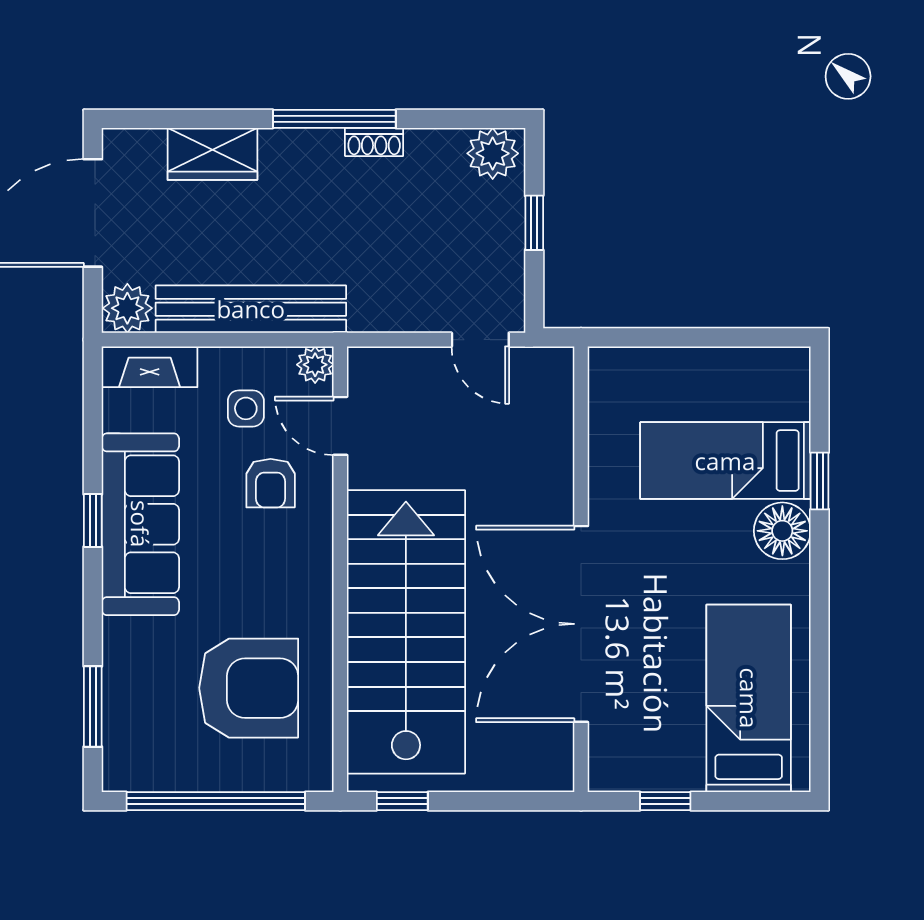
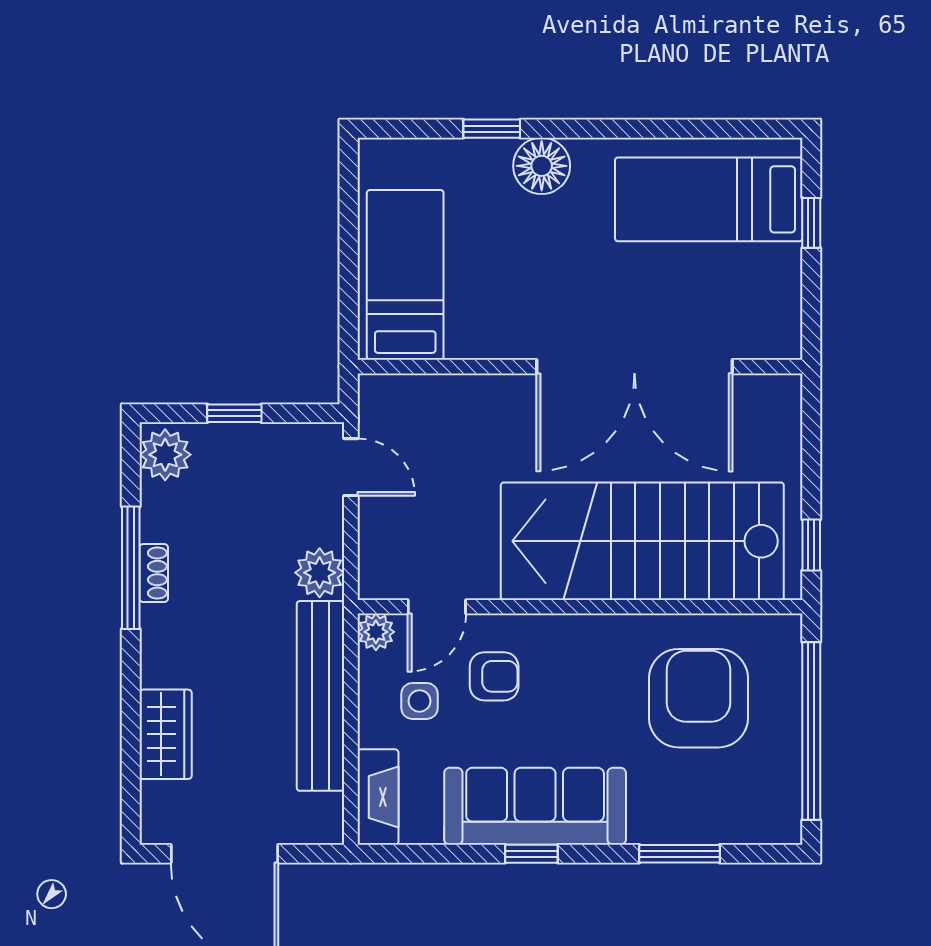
window: (334, 119) -> (131, 568), moved
plant: (127, 308) -> (320, 573), moved
door: (480, 340) -> (351, 467), hinge flipped
bed: (725, 461) -> (405, 275), moved, turned 180
window: (93, 706) -> (680, 854), moved
window: (665, 801) -> (811, 223), moved

